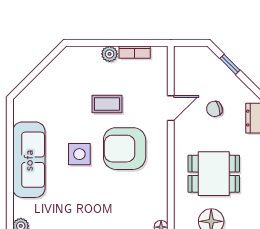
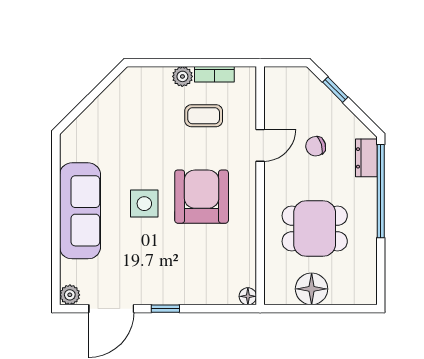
coffee table: (107, 104) -> (204, 116), moved
armchair: (125, 149) -> (202, 197), turned 90

